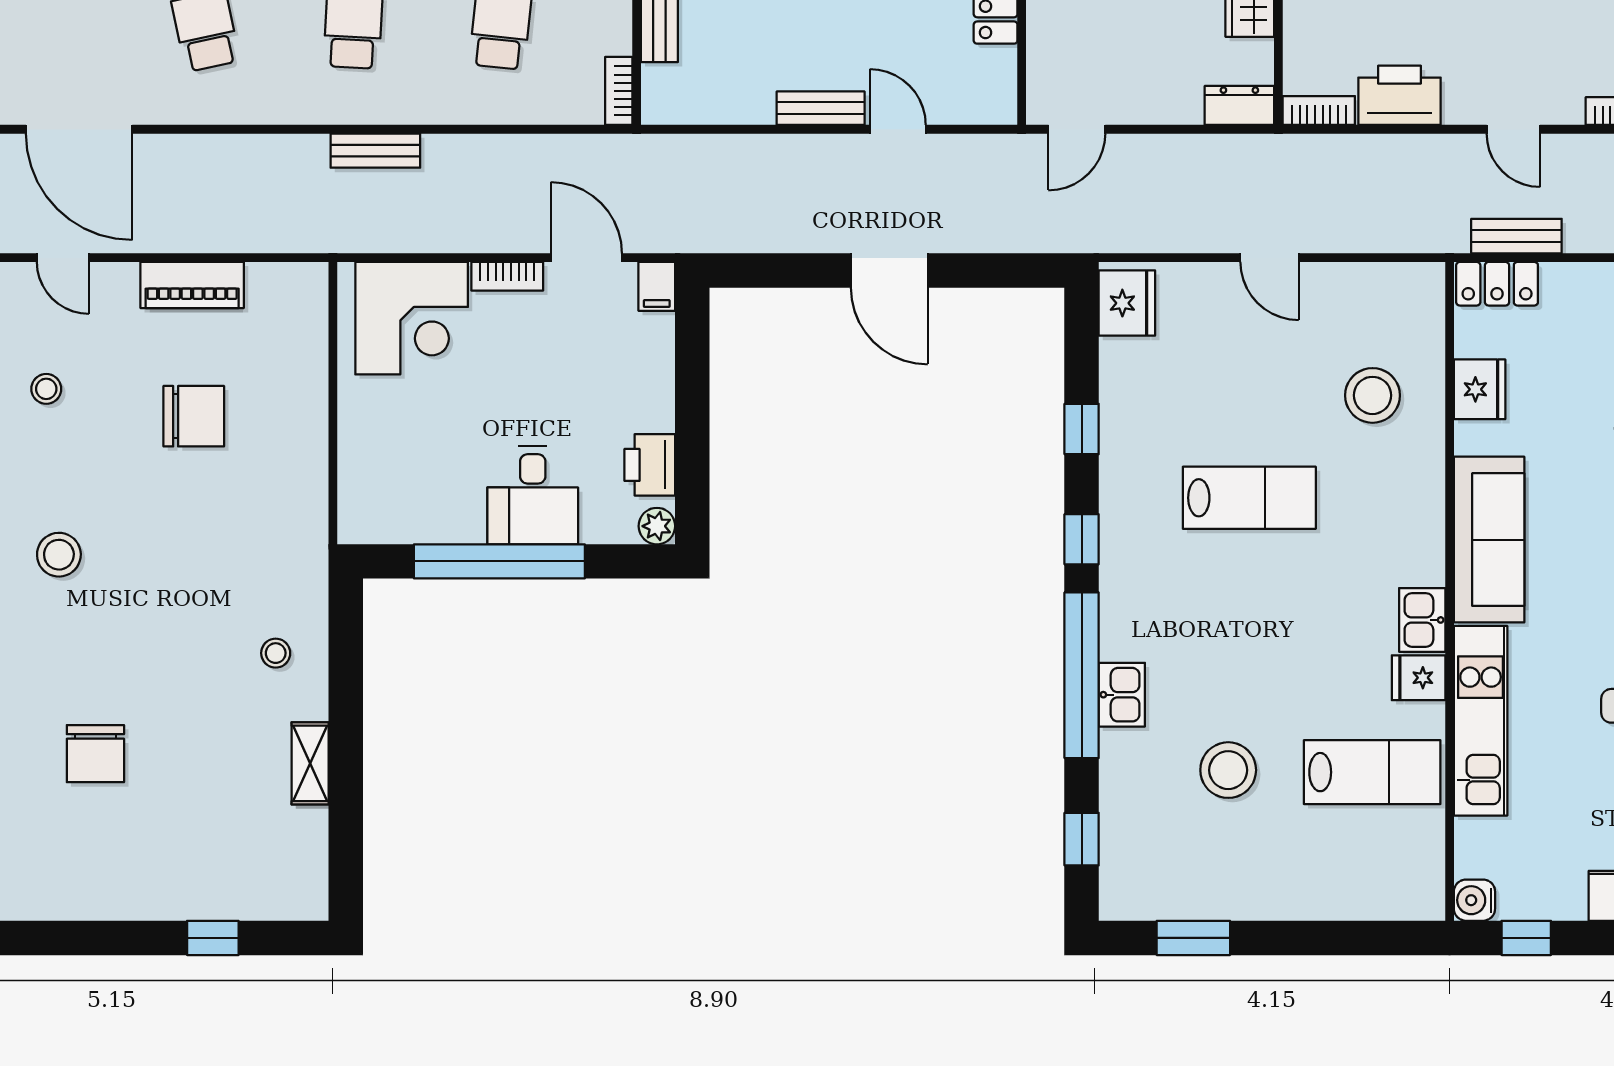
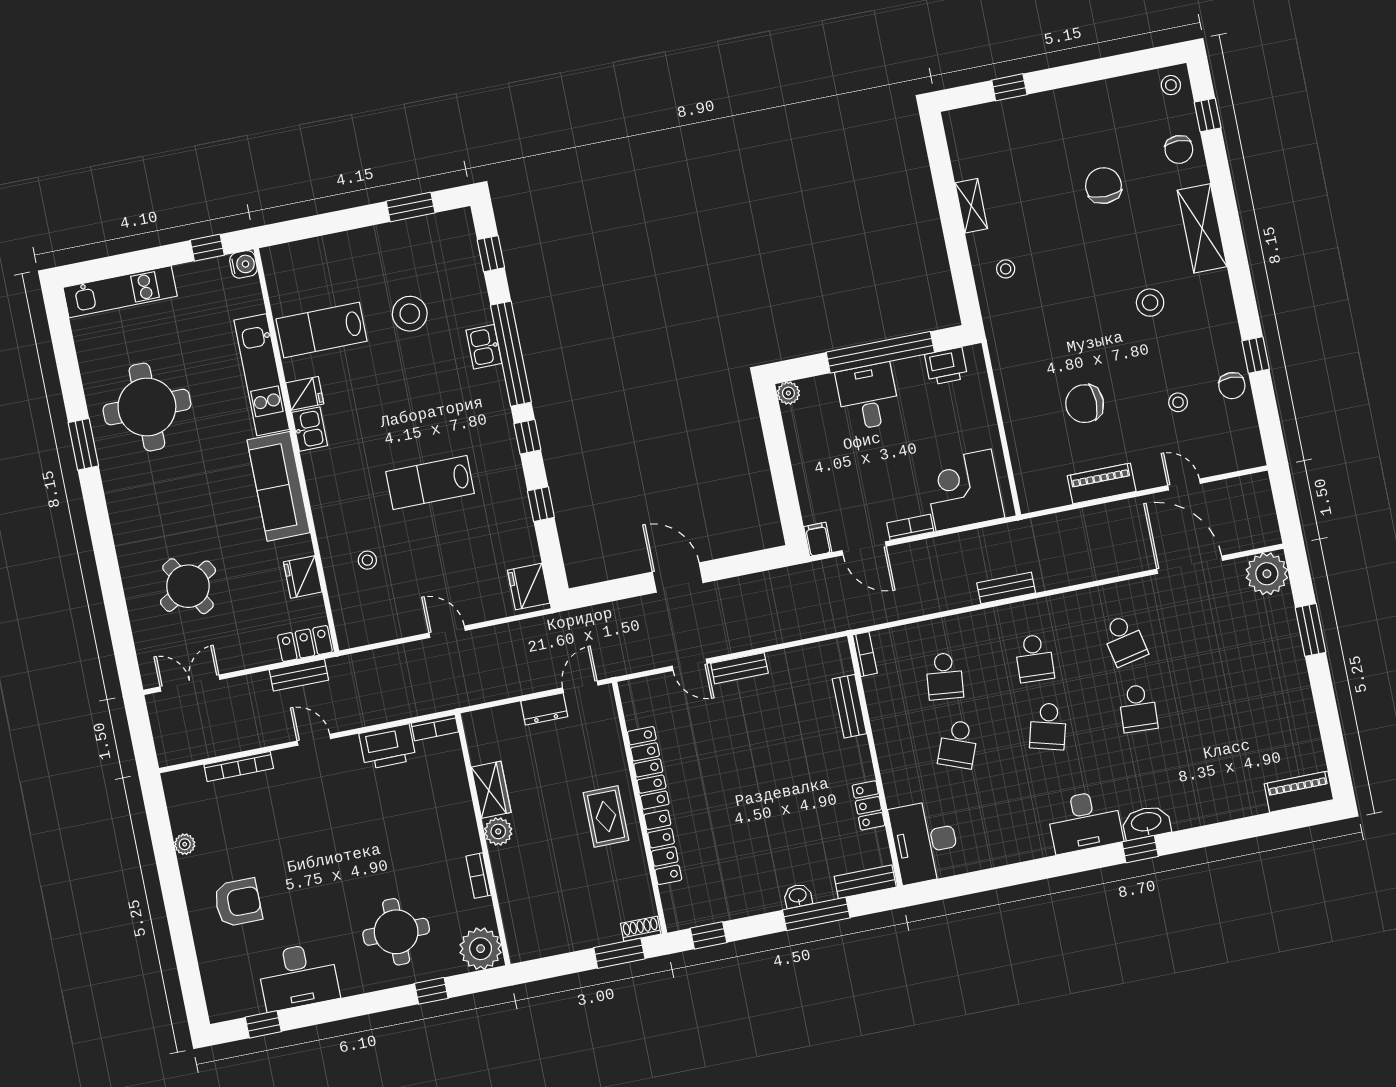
dresser: (1239, 105) -> (544, 709), moved
stool: (1372, 395) -> (367, 560), width x0.53, depth x0.53
printer: (650, 465) -> (946, 366), moved, turned 90

